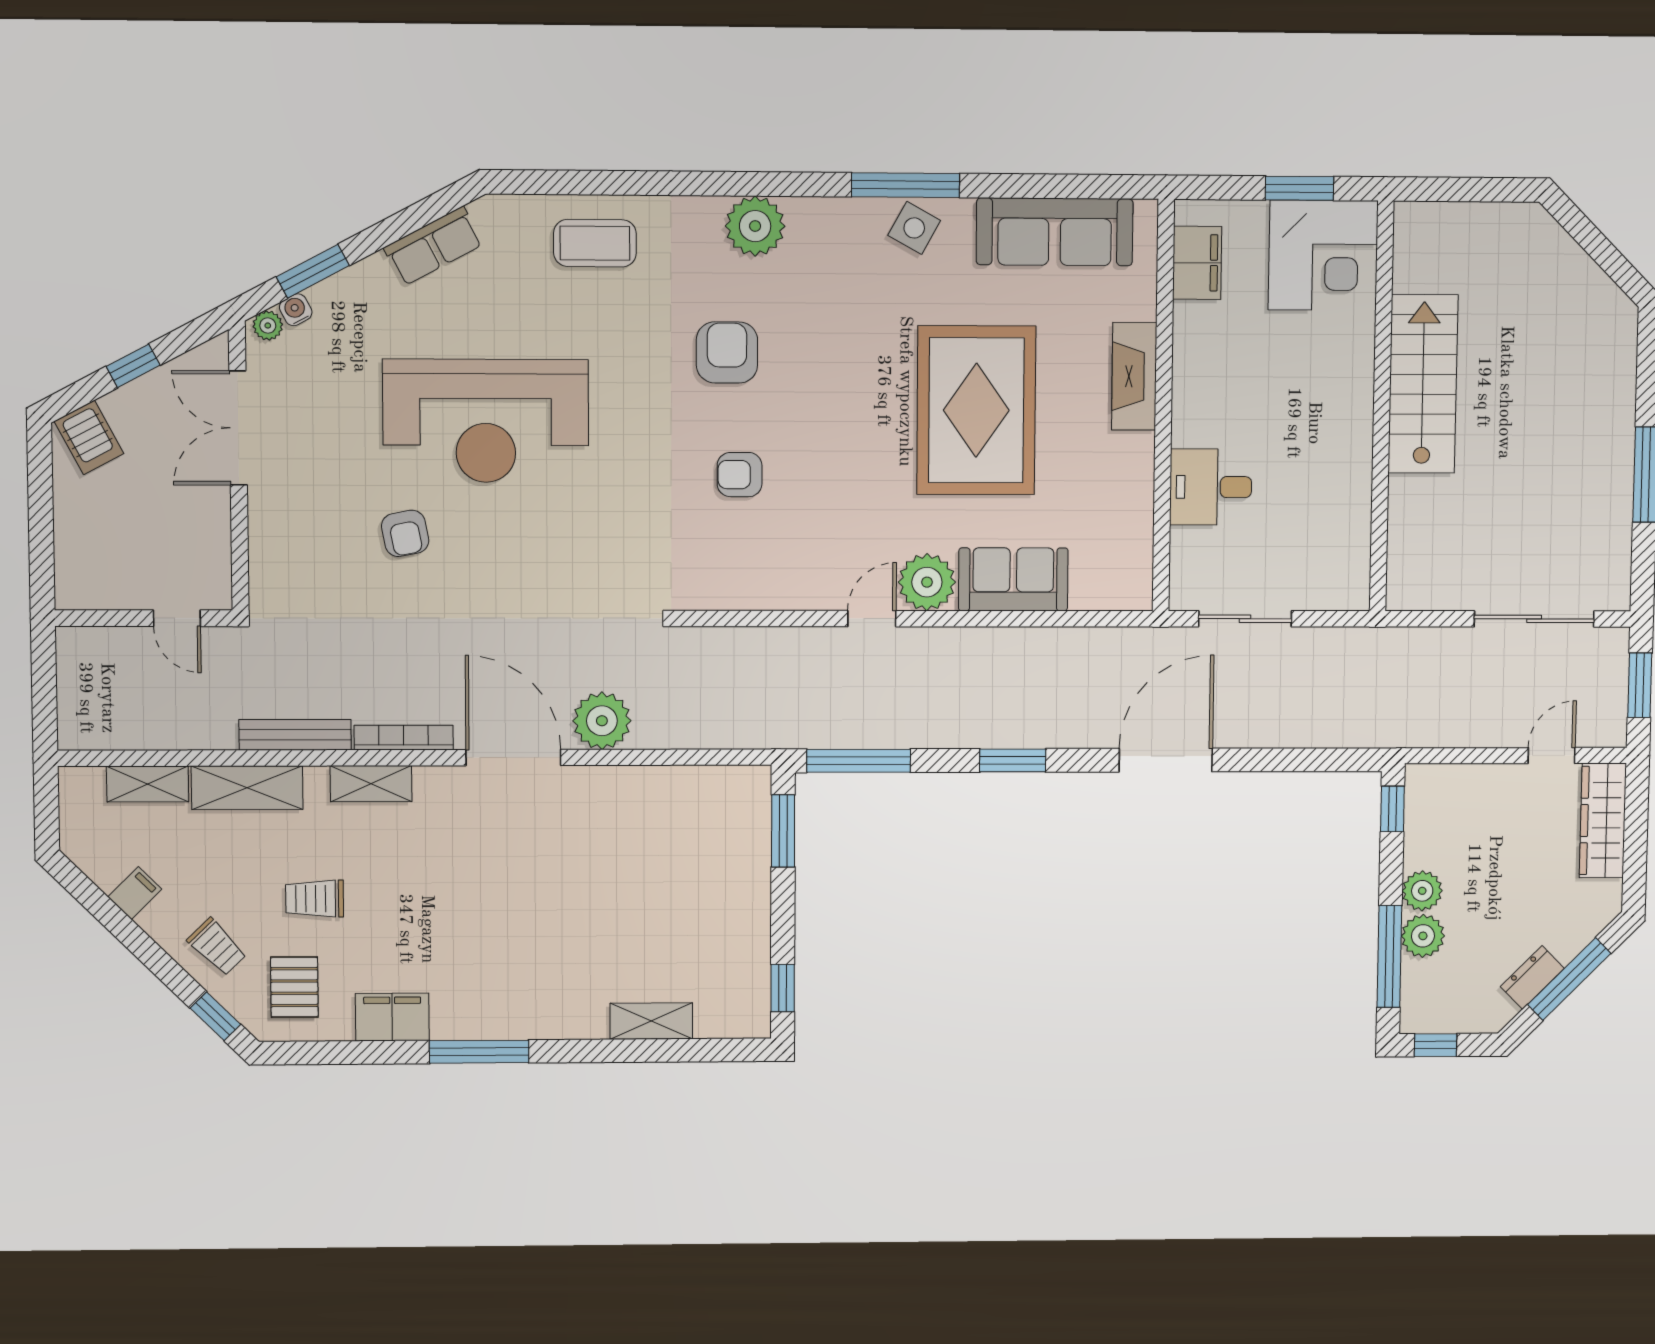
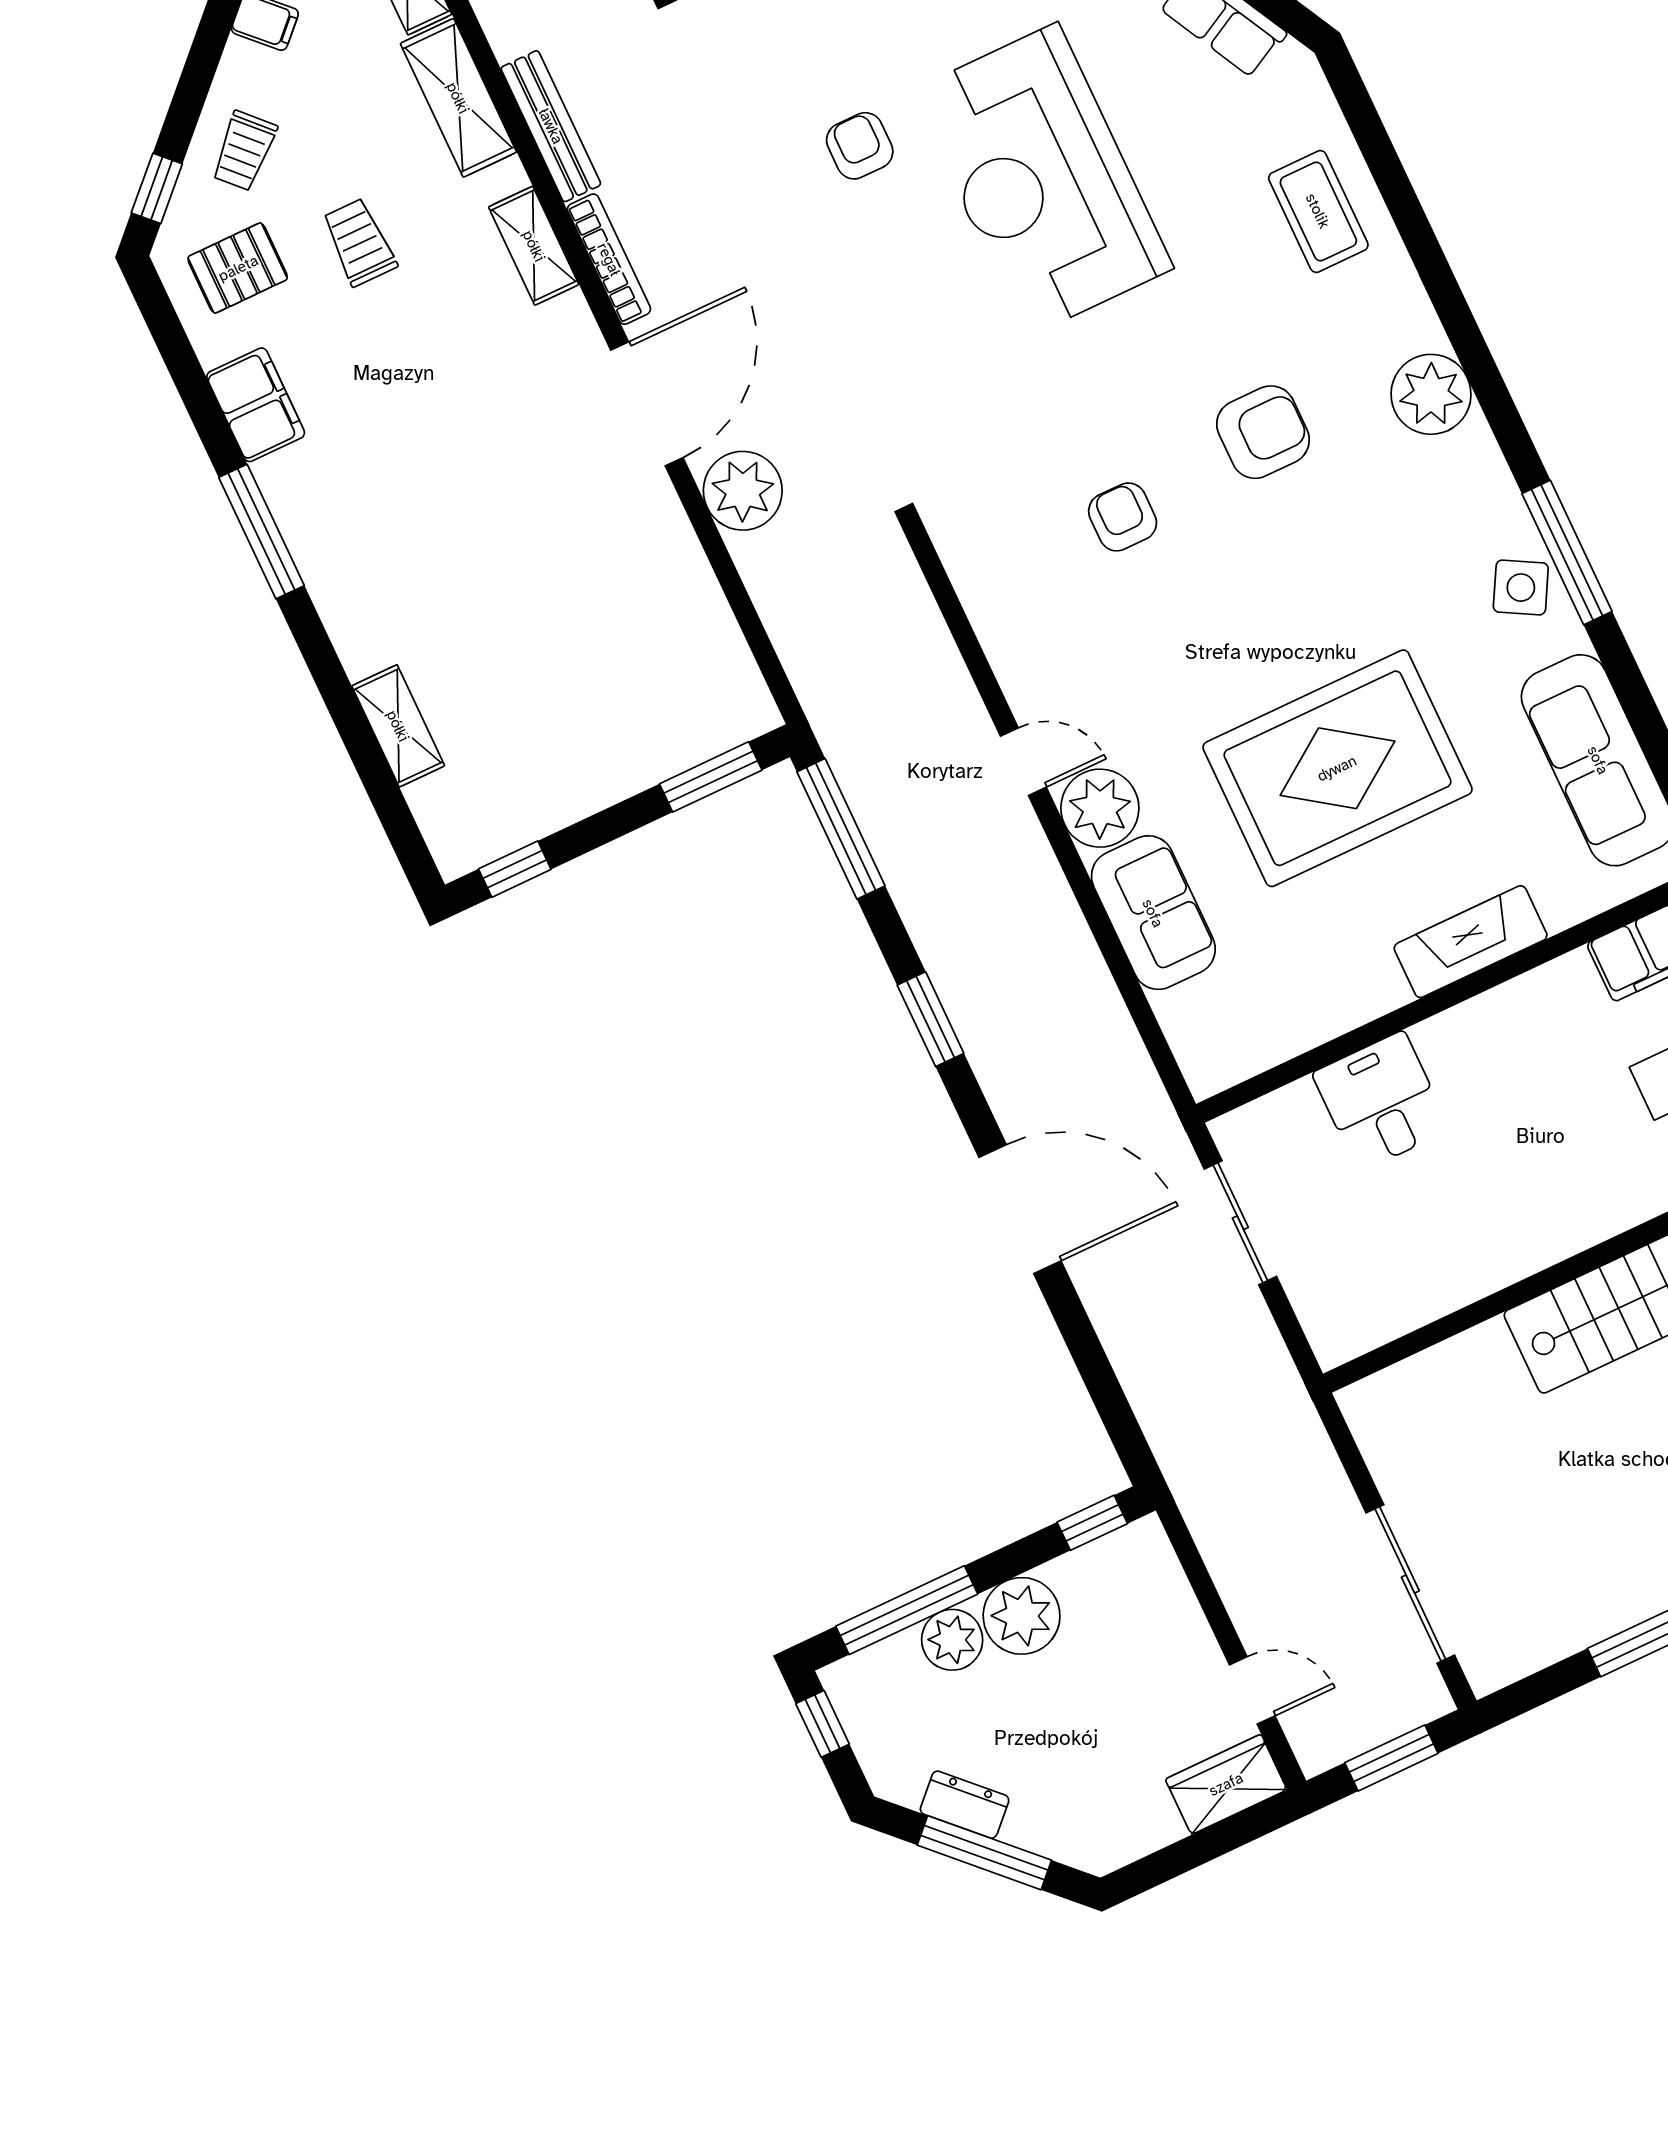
armchair: (405, 533) -> (860, 146), turned 101
wardrobe: (1603, 820) -> (1226, 1784), width x0.67
plant: (1422, 891) -> (1022, 1616), width x1.36, depth x1.36

